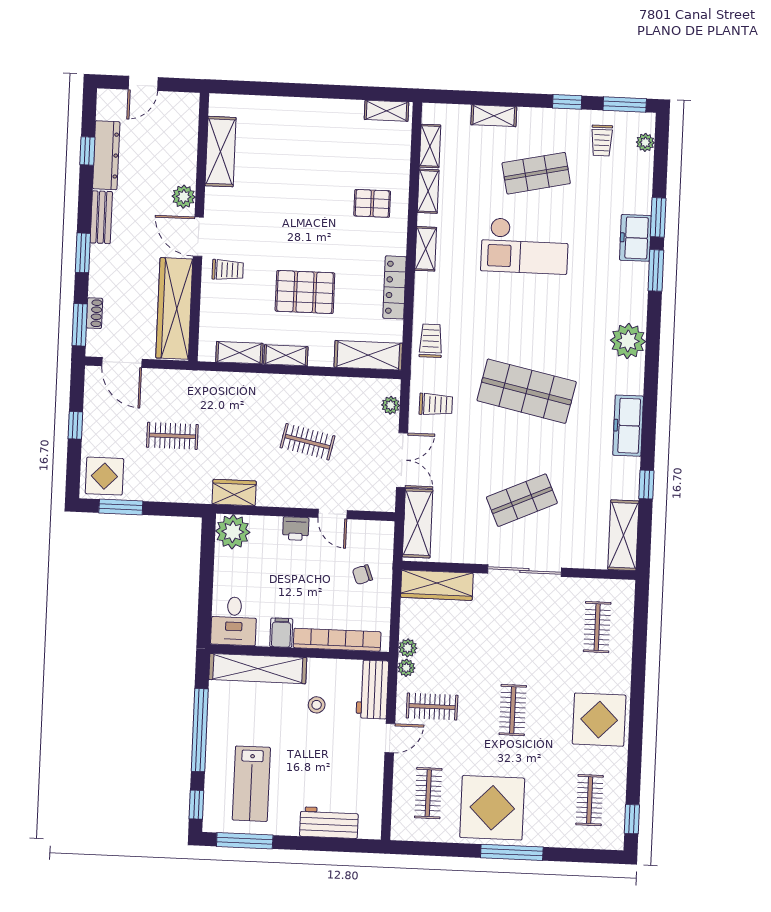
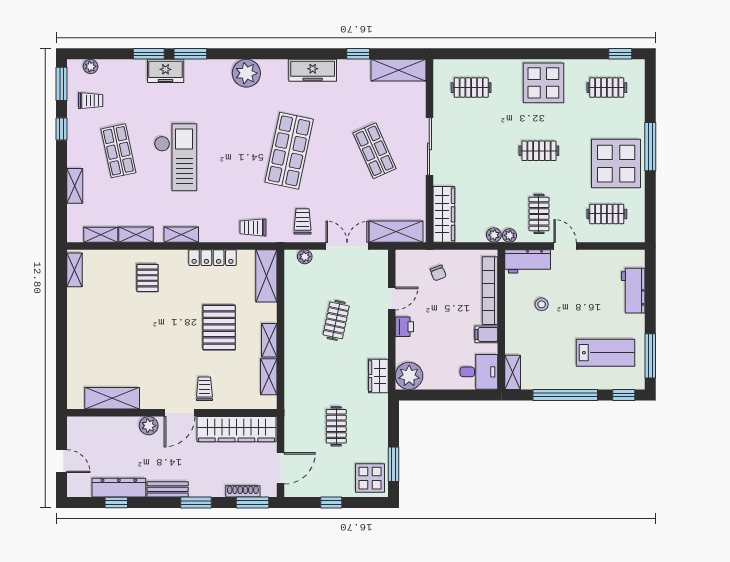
shoe rack: (95, 313) -> (243, 491), width x1.43
shelving: (258, 669) -> (513, 372), width x0.45, depth x0.75

